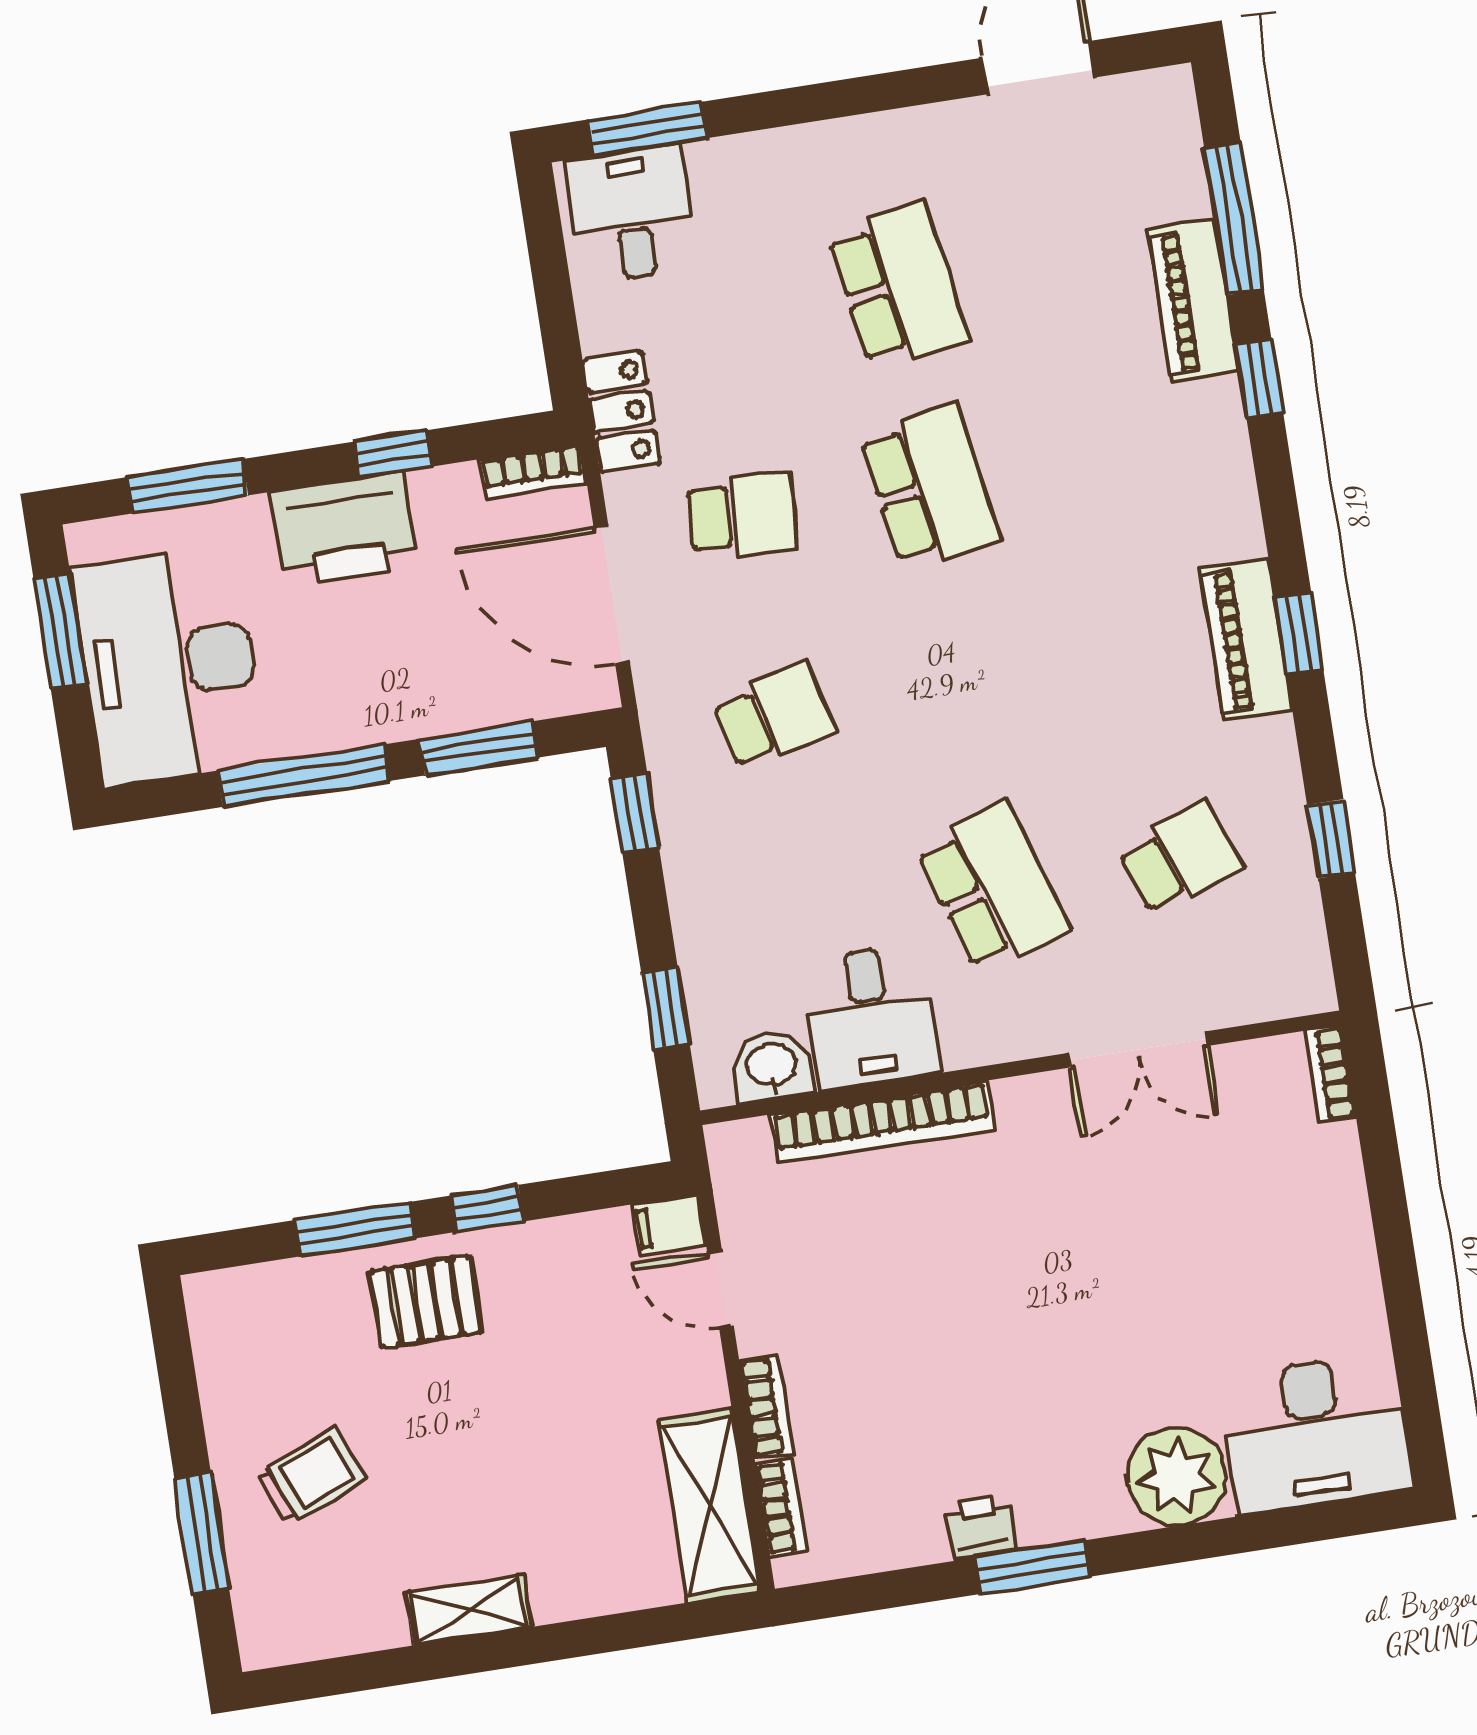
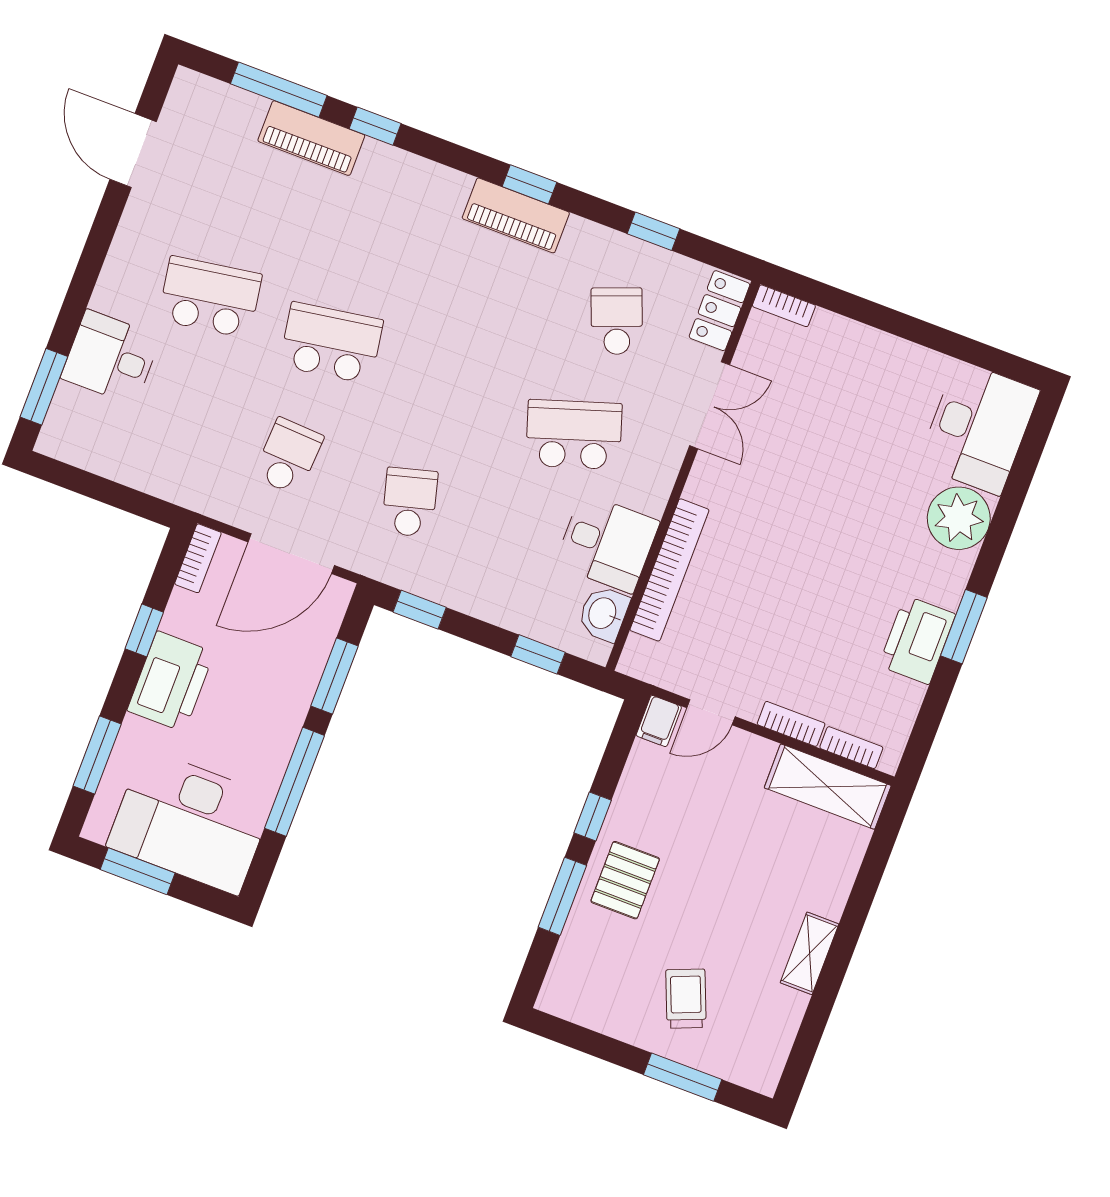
desk: (632, 214) -> (111, 357), moved
locker: (621, 411) -> (719, 311), moved, turned -90
printer: (980, 1527) -> (917, 640), width x1.87, depth x1.48

